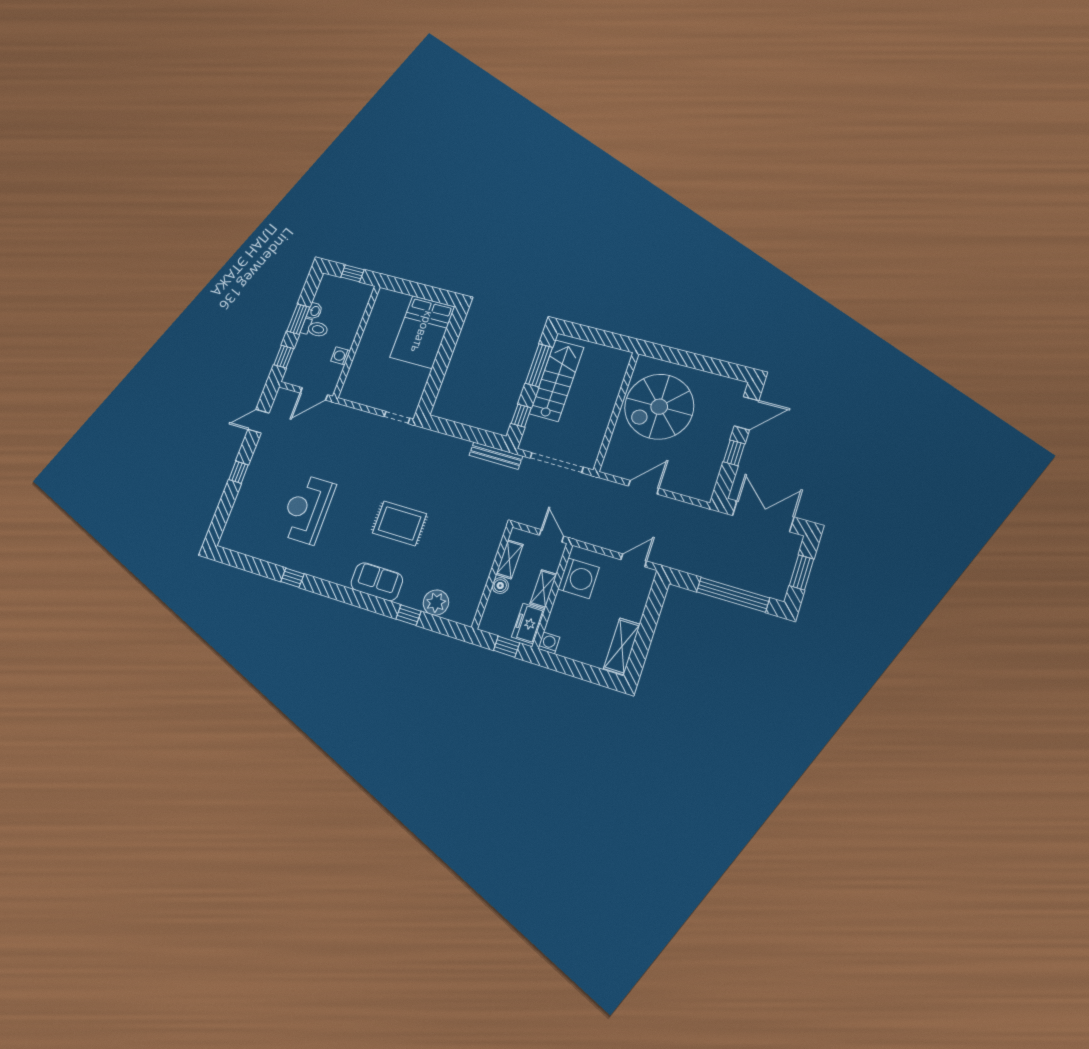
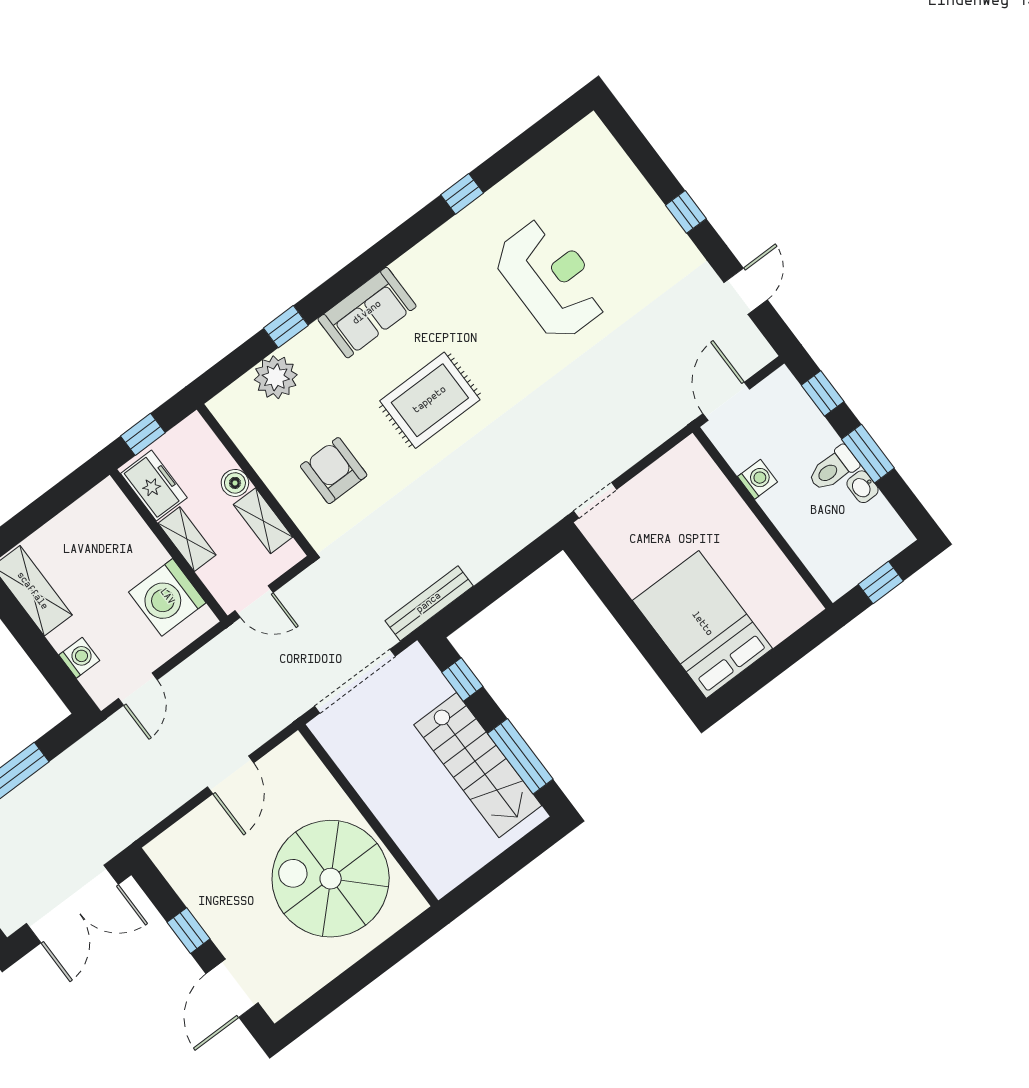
spiral stairs: (659, 407) -> (331, 879), turned -90
armchair: (463, 544) -> (334, 471), added
washing machine: (549, 643) -> (79, 658), moved, turned -90

